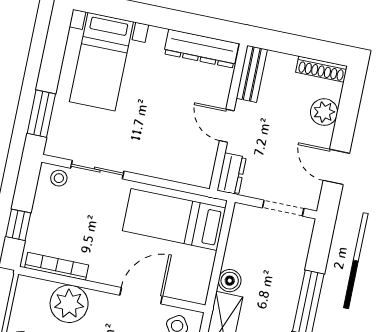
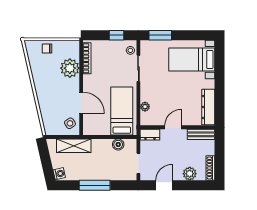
plant: (175, 172) -> (145, 107), added
window: (18, 225) -> (117, 35), moved
boiler: (230, 281) -> (118, 144), moved

